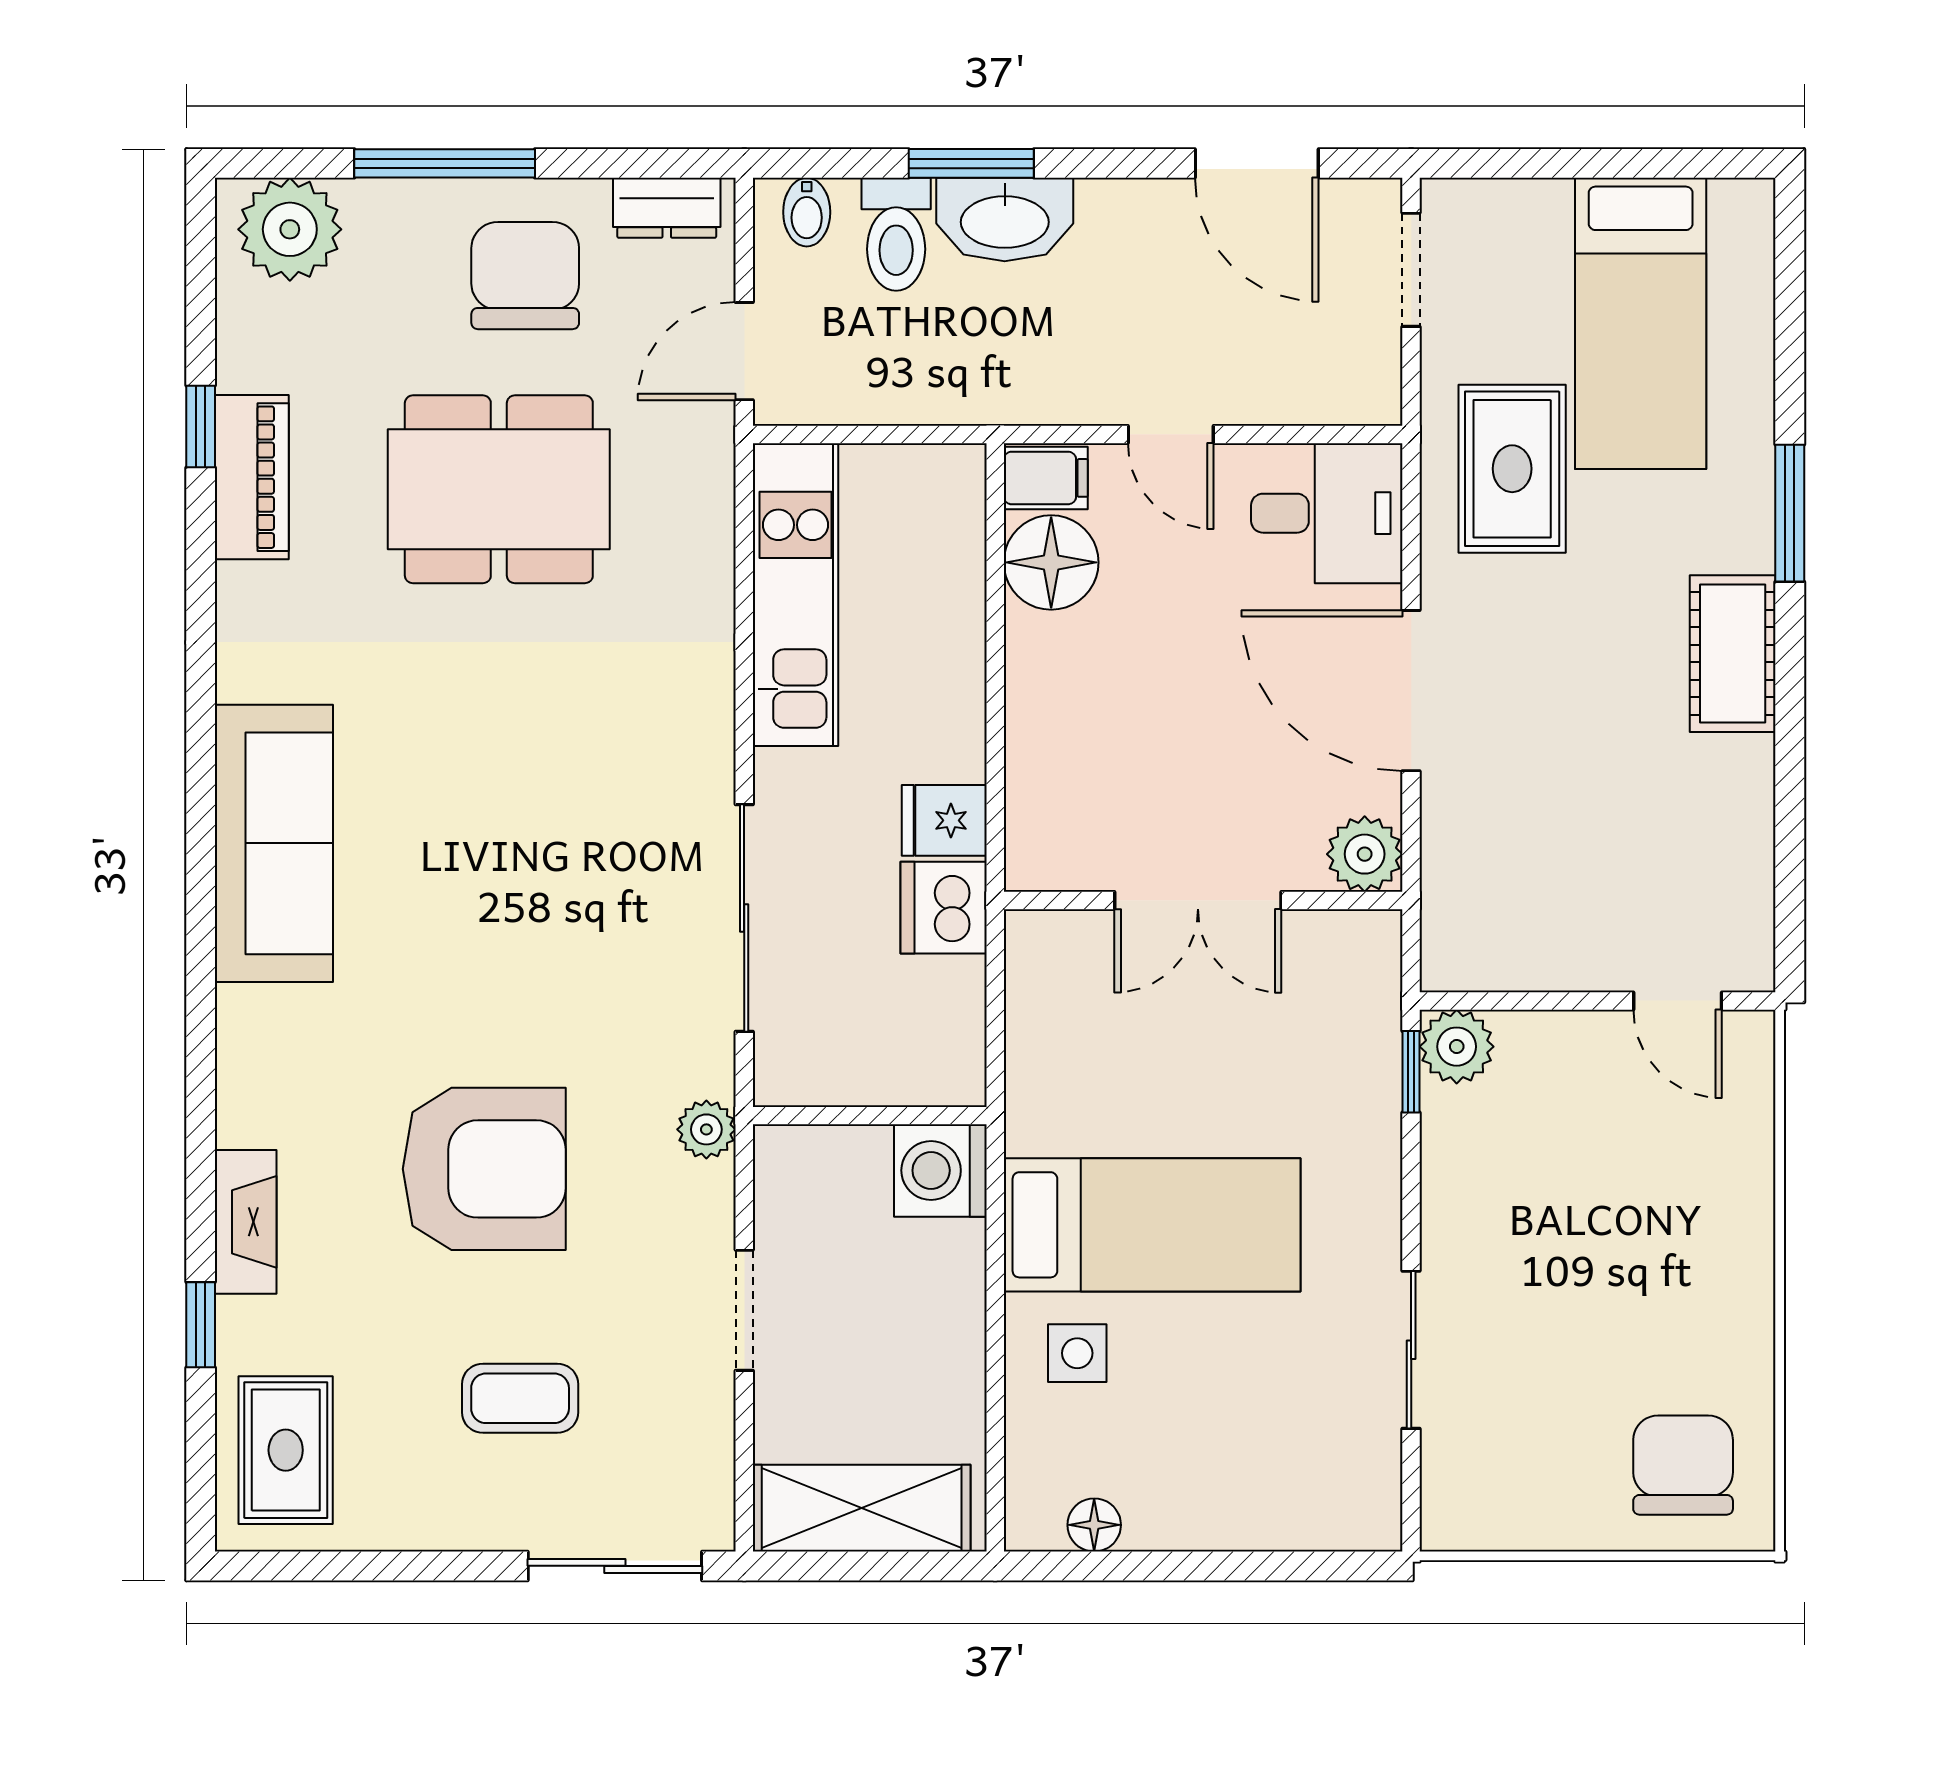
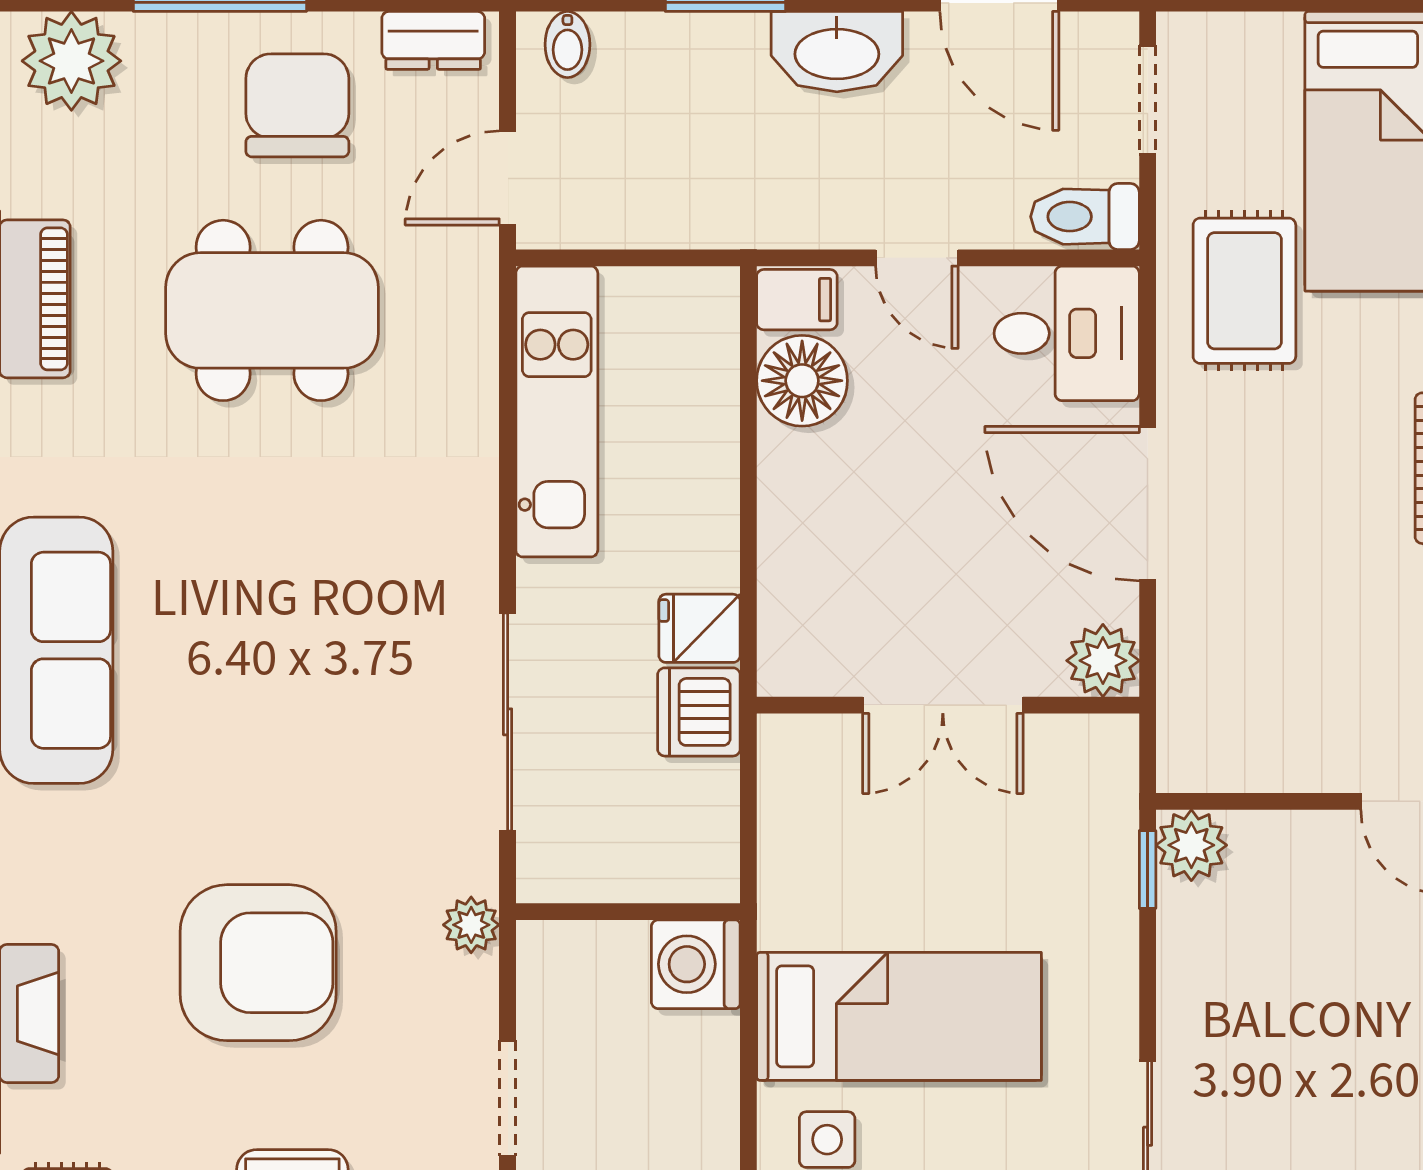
washbasin: (1005, 220) -> (837, 52), moved
toilet: (896, 234) -> (1085, 217), moved, turned 90

